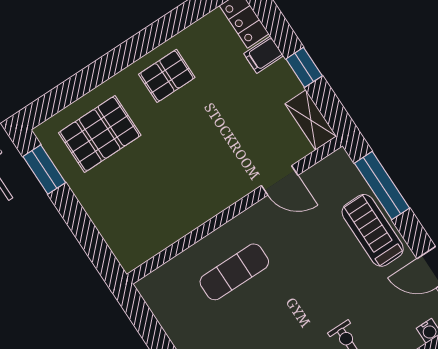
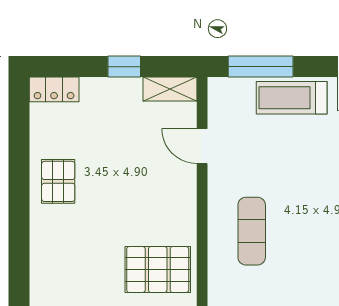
filing cabinet: (264, 55) -> (93, 92), removed
pallet: (100, 134) -> (158, 269), moved, turned 90
door: (280, 180) -> (202, 146), swing flipped

